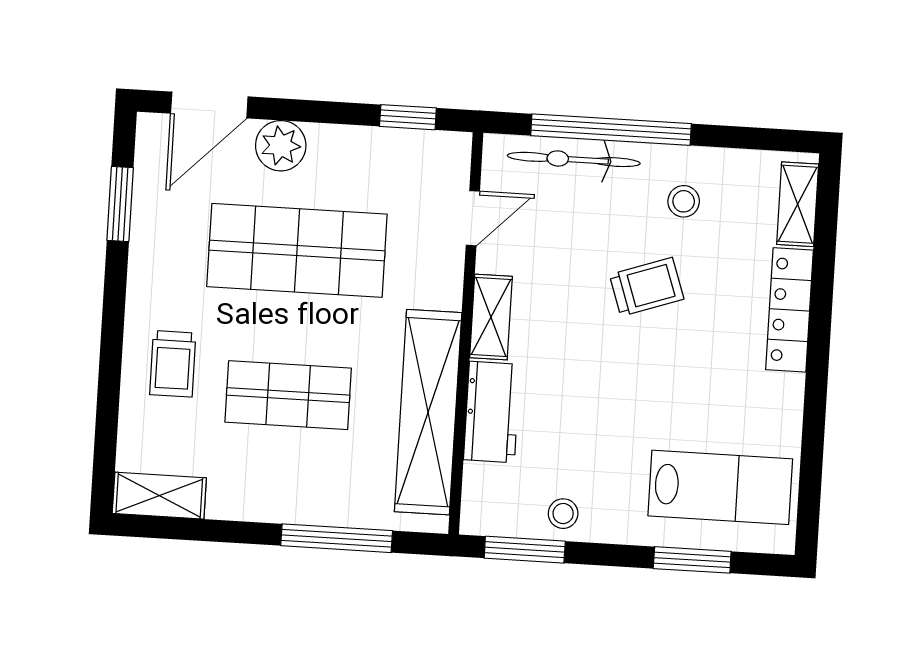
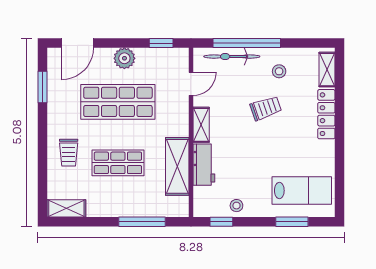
plant: (281, 146) -> (124, 58), moved
shelving: (428, 412) -> (177, 166), width x0.68
window: (525, 550) -> (221, 222), width x0.67

